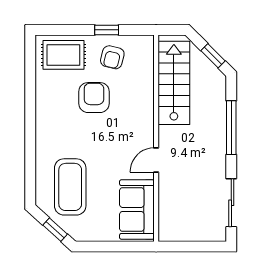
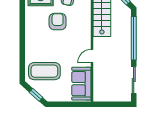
window: (231, 128) -> (134, 38), width x1.46
coffee table: (70, 187) -> (44, 71), turned 90

